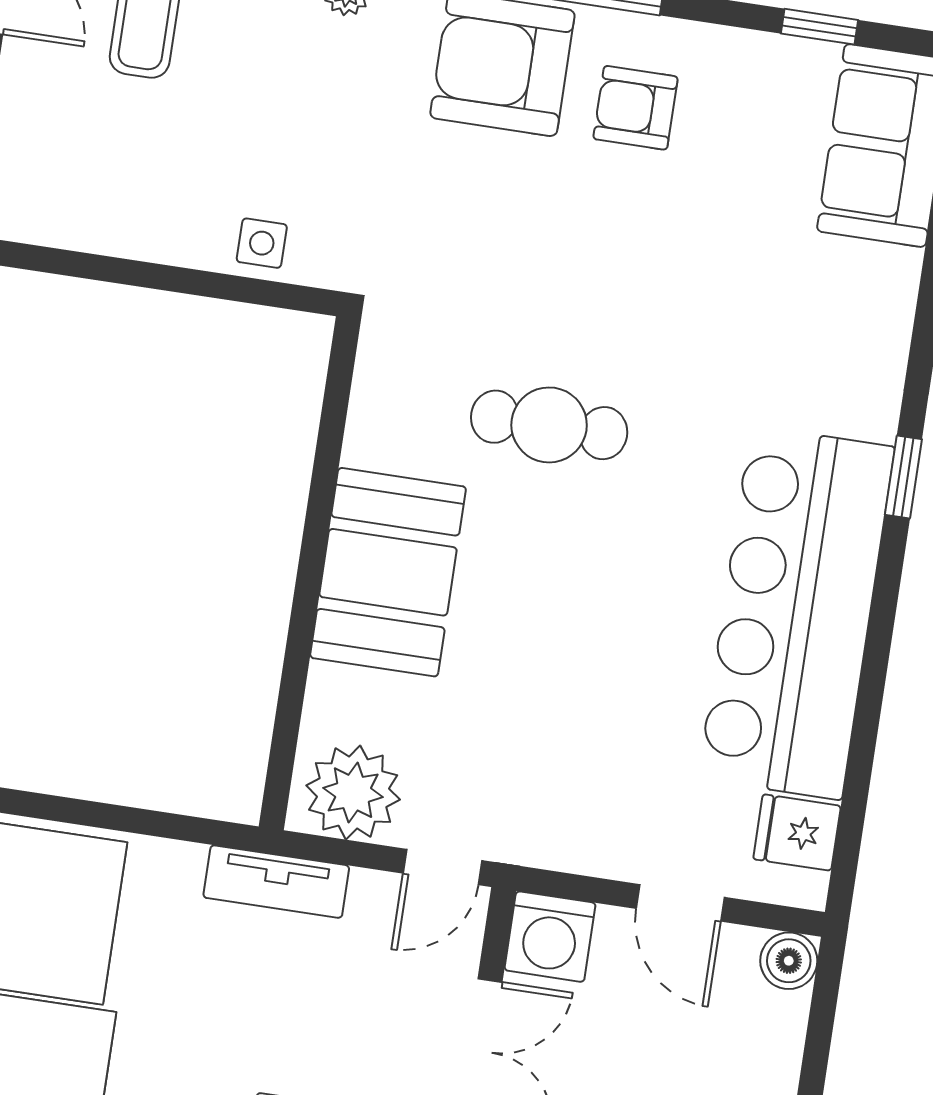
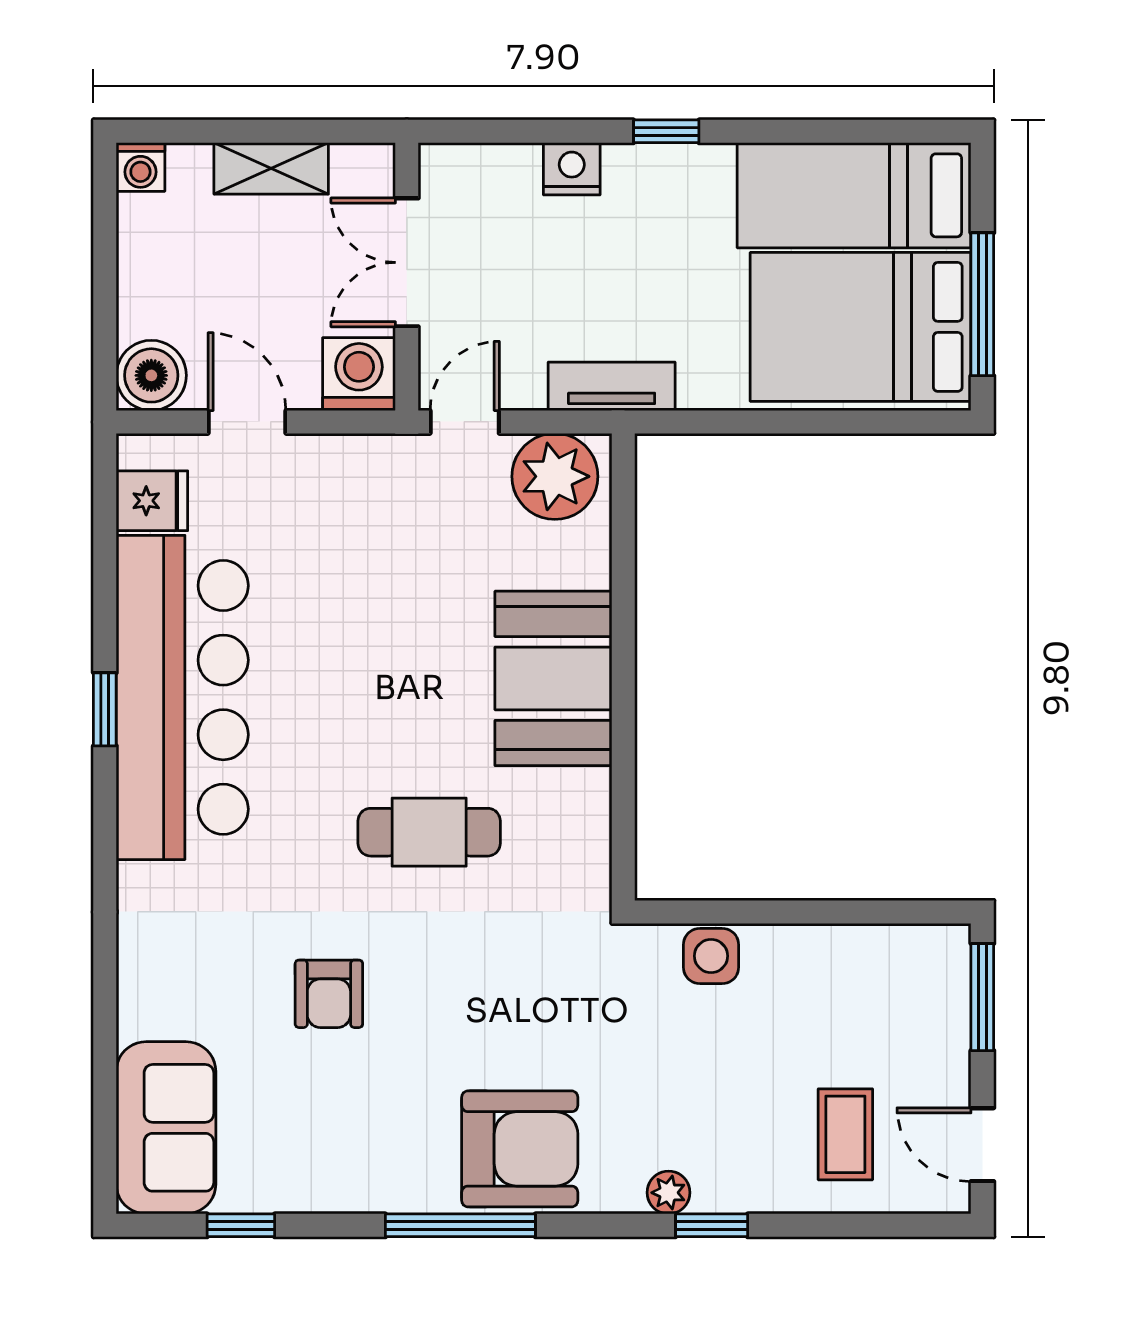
armchair: (636, 108) -> (329, 994), moved, turned 90
side table: (262, 243) -> (711, 956), width x1.37, depth x1.37
window: (903, 477) -> (105, 709), moved
boiler: (789, 961) -> (151, 375), width x1.36, depth x1.36

